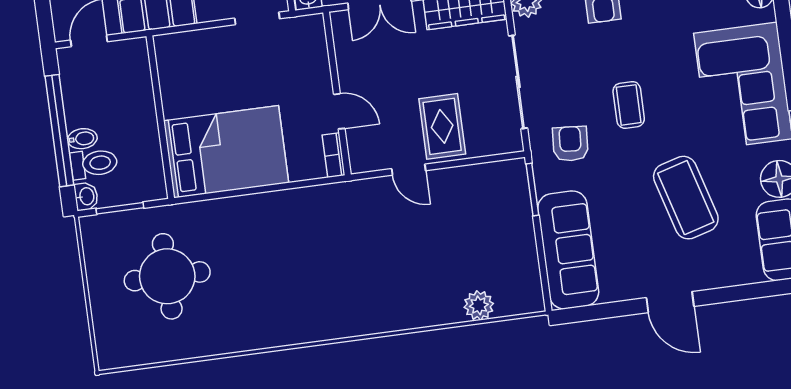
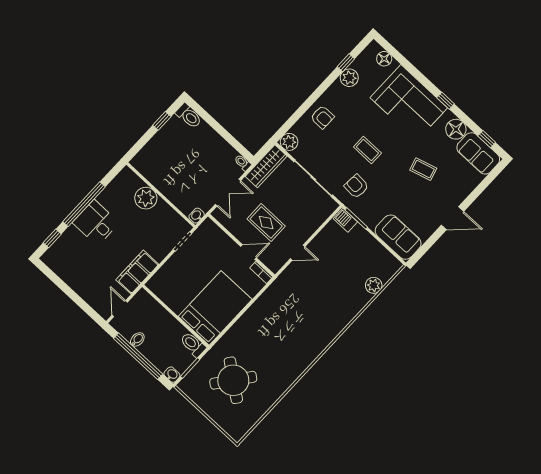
rug: (442, 126) -> (266, 222), moved
bidet: (82, 139) -> (137, 339), moved
toilet: (94, 164) -> (193, 345), moved, turned -90
barbecue: (515, 179) -> (345, 220), added
coffee table: (686, 198) -> (423, 169), width x0.54, depth x0.58
sofa: (568, 250) -> (398, 237), width x0.73
round table: (167, 276) -> (233, 380), turned 37

